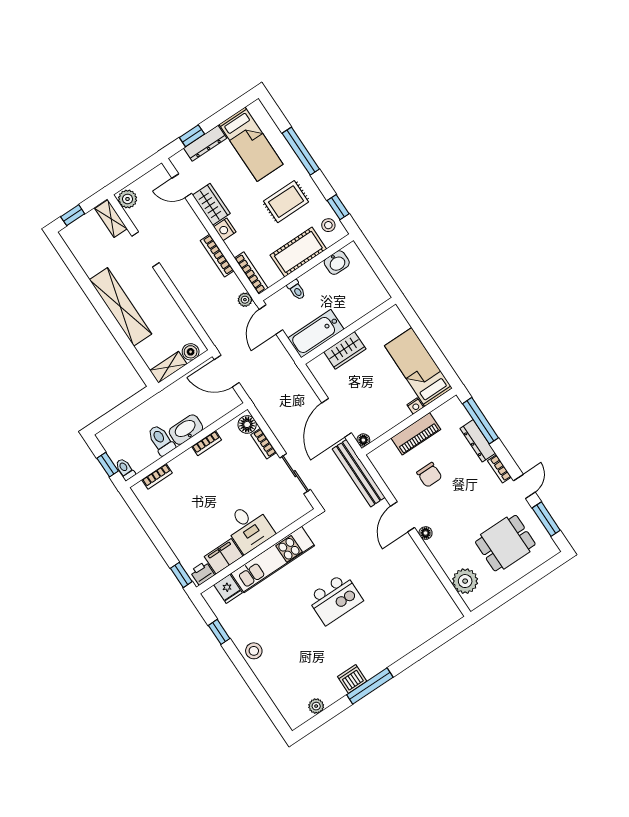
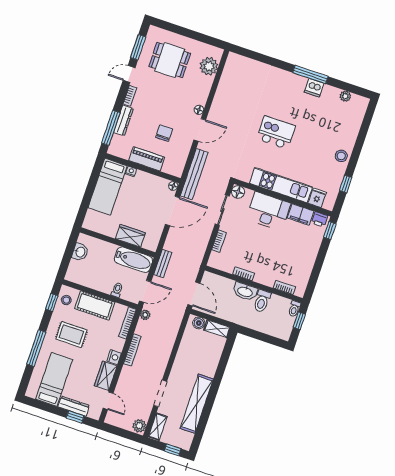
washbasin: (337, 263) -> (80, 252), moved, turned 90
shelving: (120, 307) -> (197, 404), moved
bench: (287, 363) -> (163, 264), added
floor lamp: (247, 424) -> (238, 192), moved
desk: (249, 528) -> (268, 211), width x1.37

